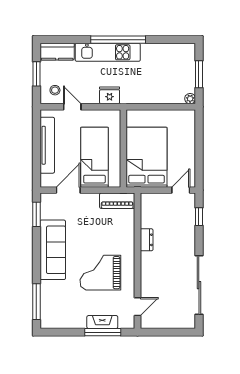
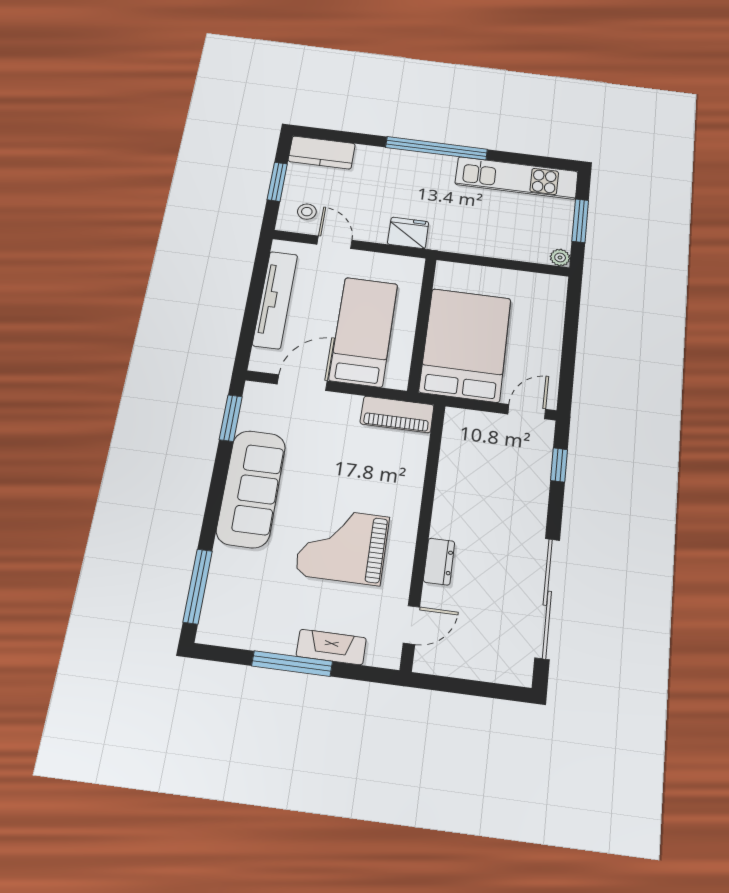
kitchen unit: (108, 52) -> (517, 178), moved
dresser: (147, 240) -> (439, 562), moved
window: (103, 332) -> (292, 664), moved

